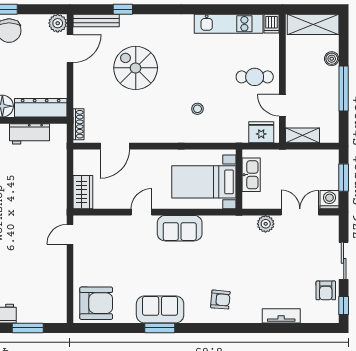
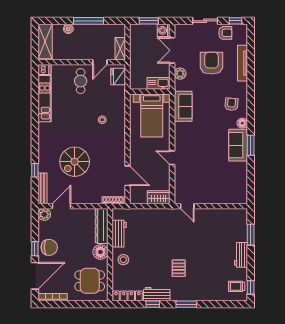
door: (70, 49) -> (61, 206), hinge flipped
kitchen sink: (251, 175) -> (159, 83), moved
sofa: (180, 228) -> (183, 106), moved
armchair: (96, 303) -> (211, 63), moved
floor lamp: (192, 316) -> (242, 123), added
tv unit: (281, 316) -> (242, 63), width x1.41

